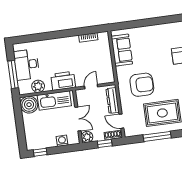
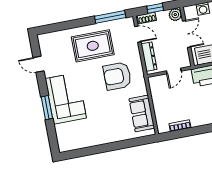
double door: (78, 119) -> (187, 34), swing flipped
window: (157, 136) -> (110, 17), moved

